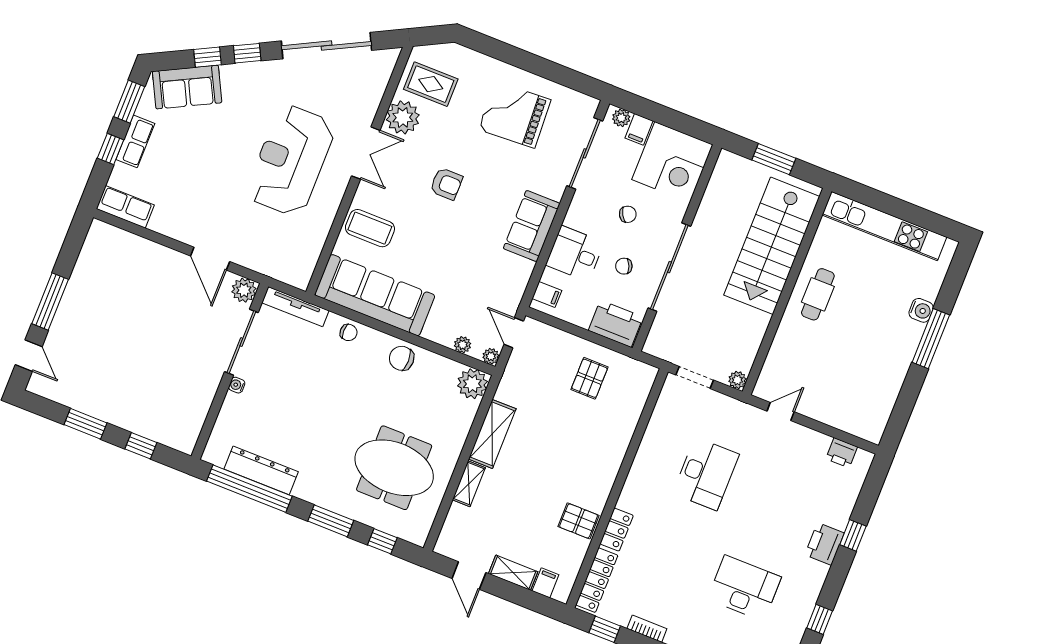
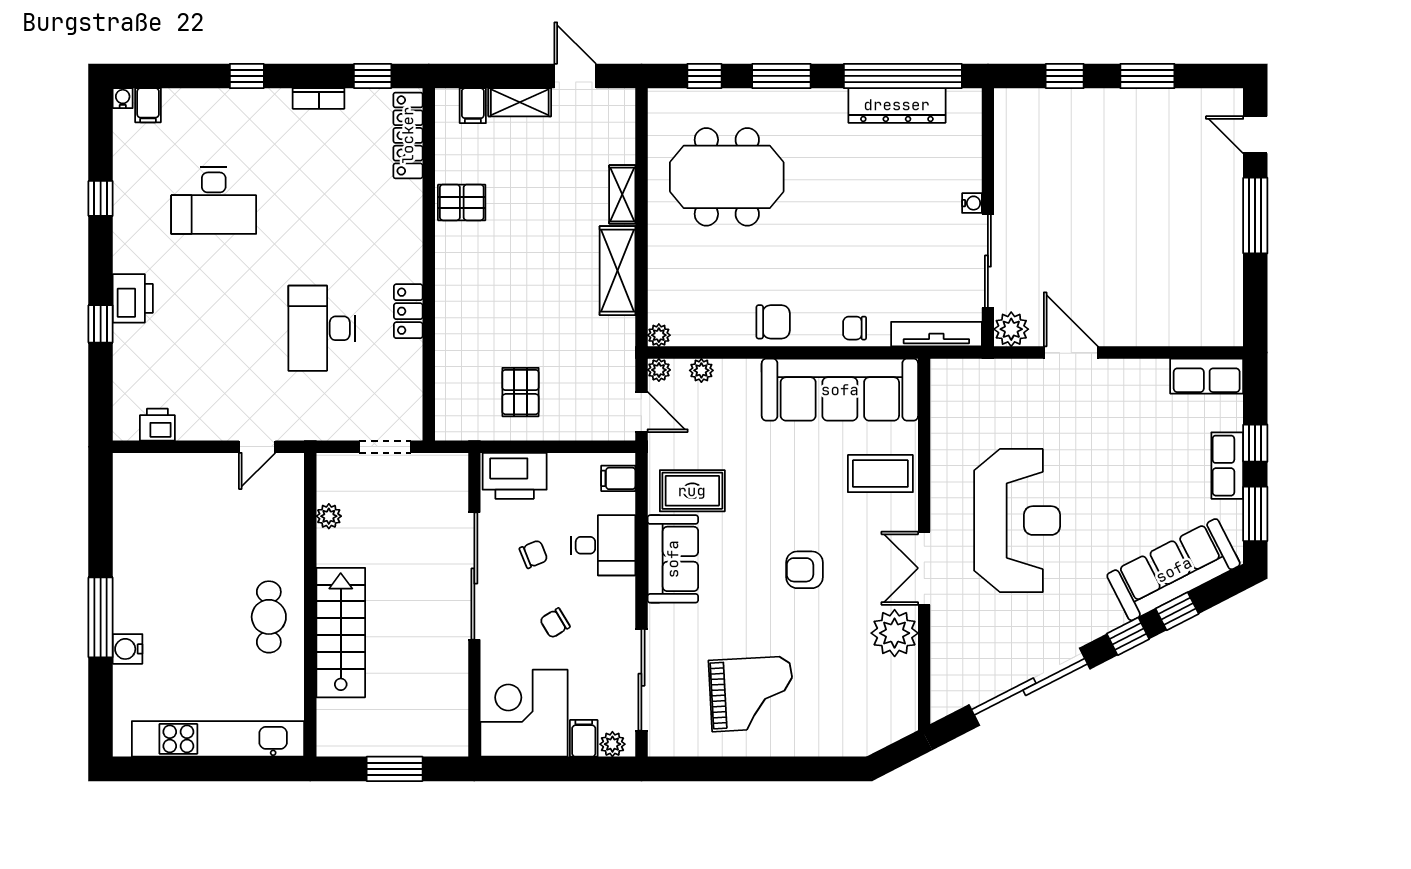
rug: (431, 84) -> (692, 491), moved
sofa: (187, 87) -> (1174, 570), width x1.36
stairs: (772, 246) -> (341, 633), width x0.73, depth x0.66
plant: (737, 380) -> (329, 516), moved
plant: (472, 384) -> (659, 335), width x0.53, depth x0.53
locker: (617, 530) -> (408, 311), moved

